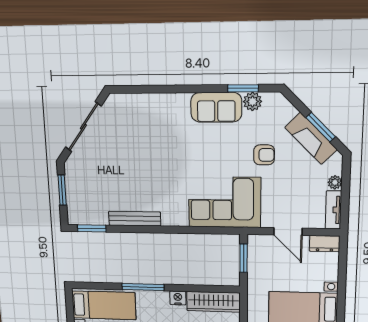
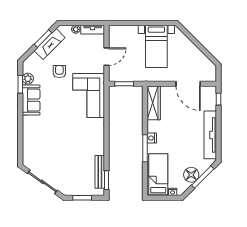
bench: (135, 219) -> (100, 172), moved
dresser: (325, 244) -> (114, 34), removed
nightstand: (178, 298) -> (152, 138), moved

